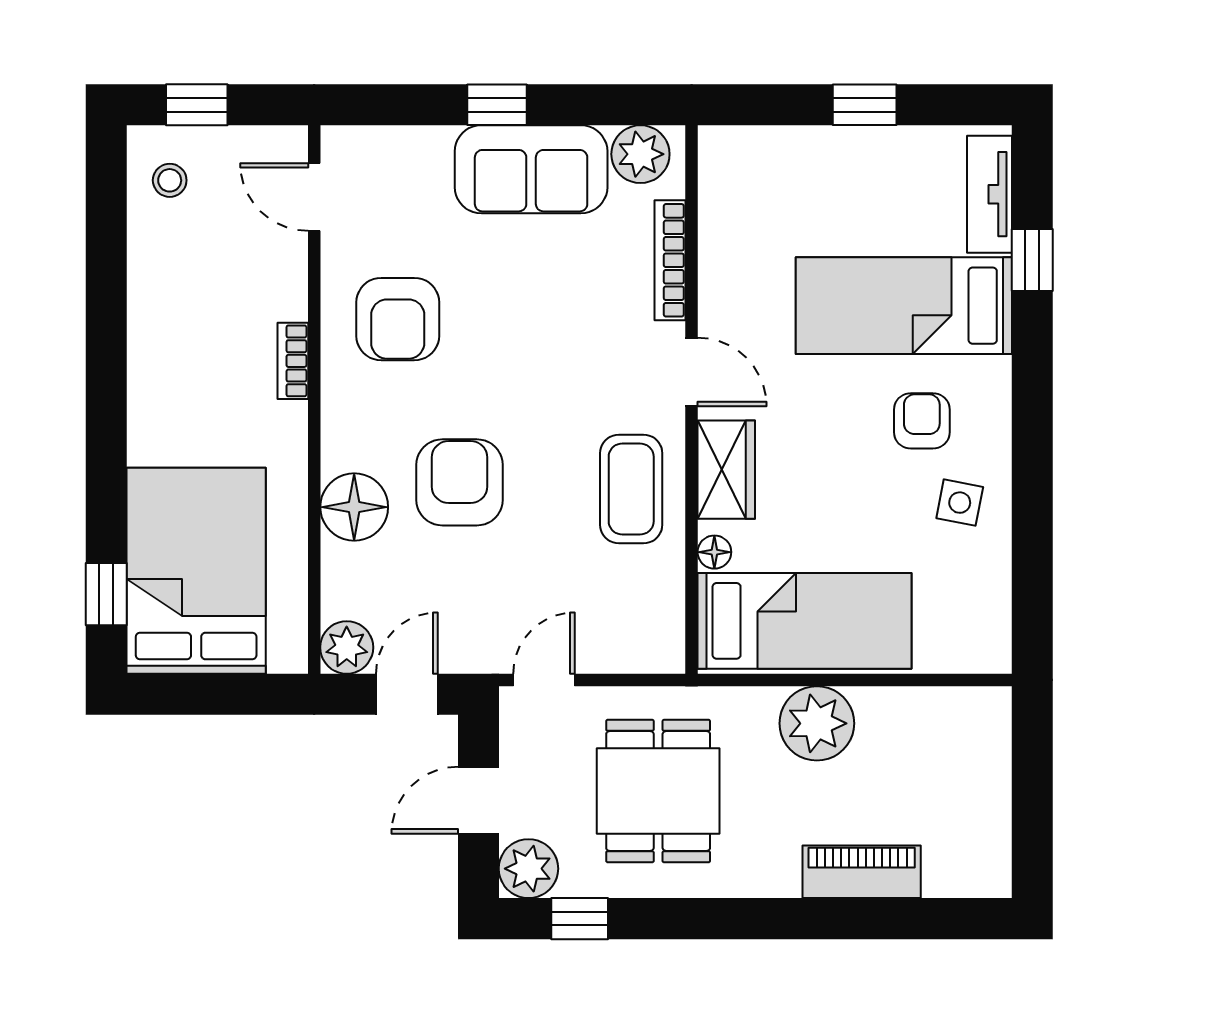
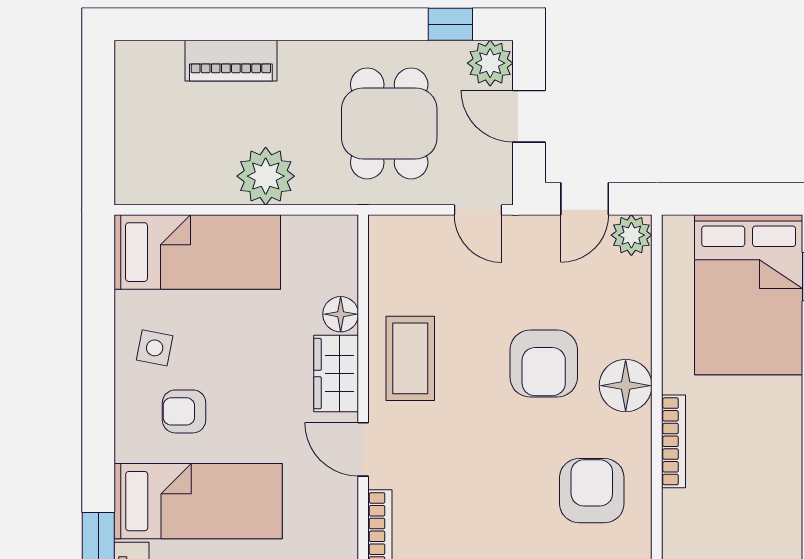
bookcase: (293, 361) -> (673, 441), width x1.56
armchair: (922, 421) -> (184, 411), turned 90
floor lamp: (354, 507) -> (626, 386), moved
floor lamp: (714, 552) -> (341, 314), width x1.37, depth x1.37
bed: (805, 621) -> (197, 252), moved, turned 180
door: (544, 680) -> (478, 210), hinge flipped
door: (478, 800) -> (529, 116), swing flipped

